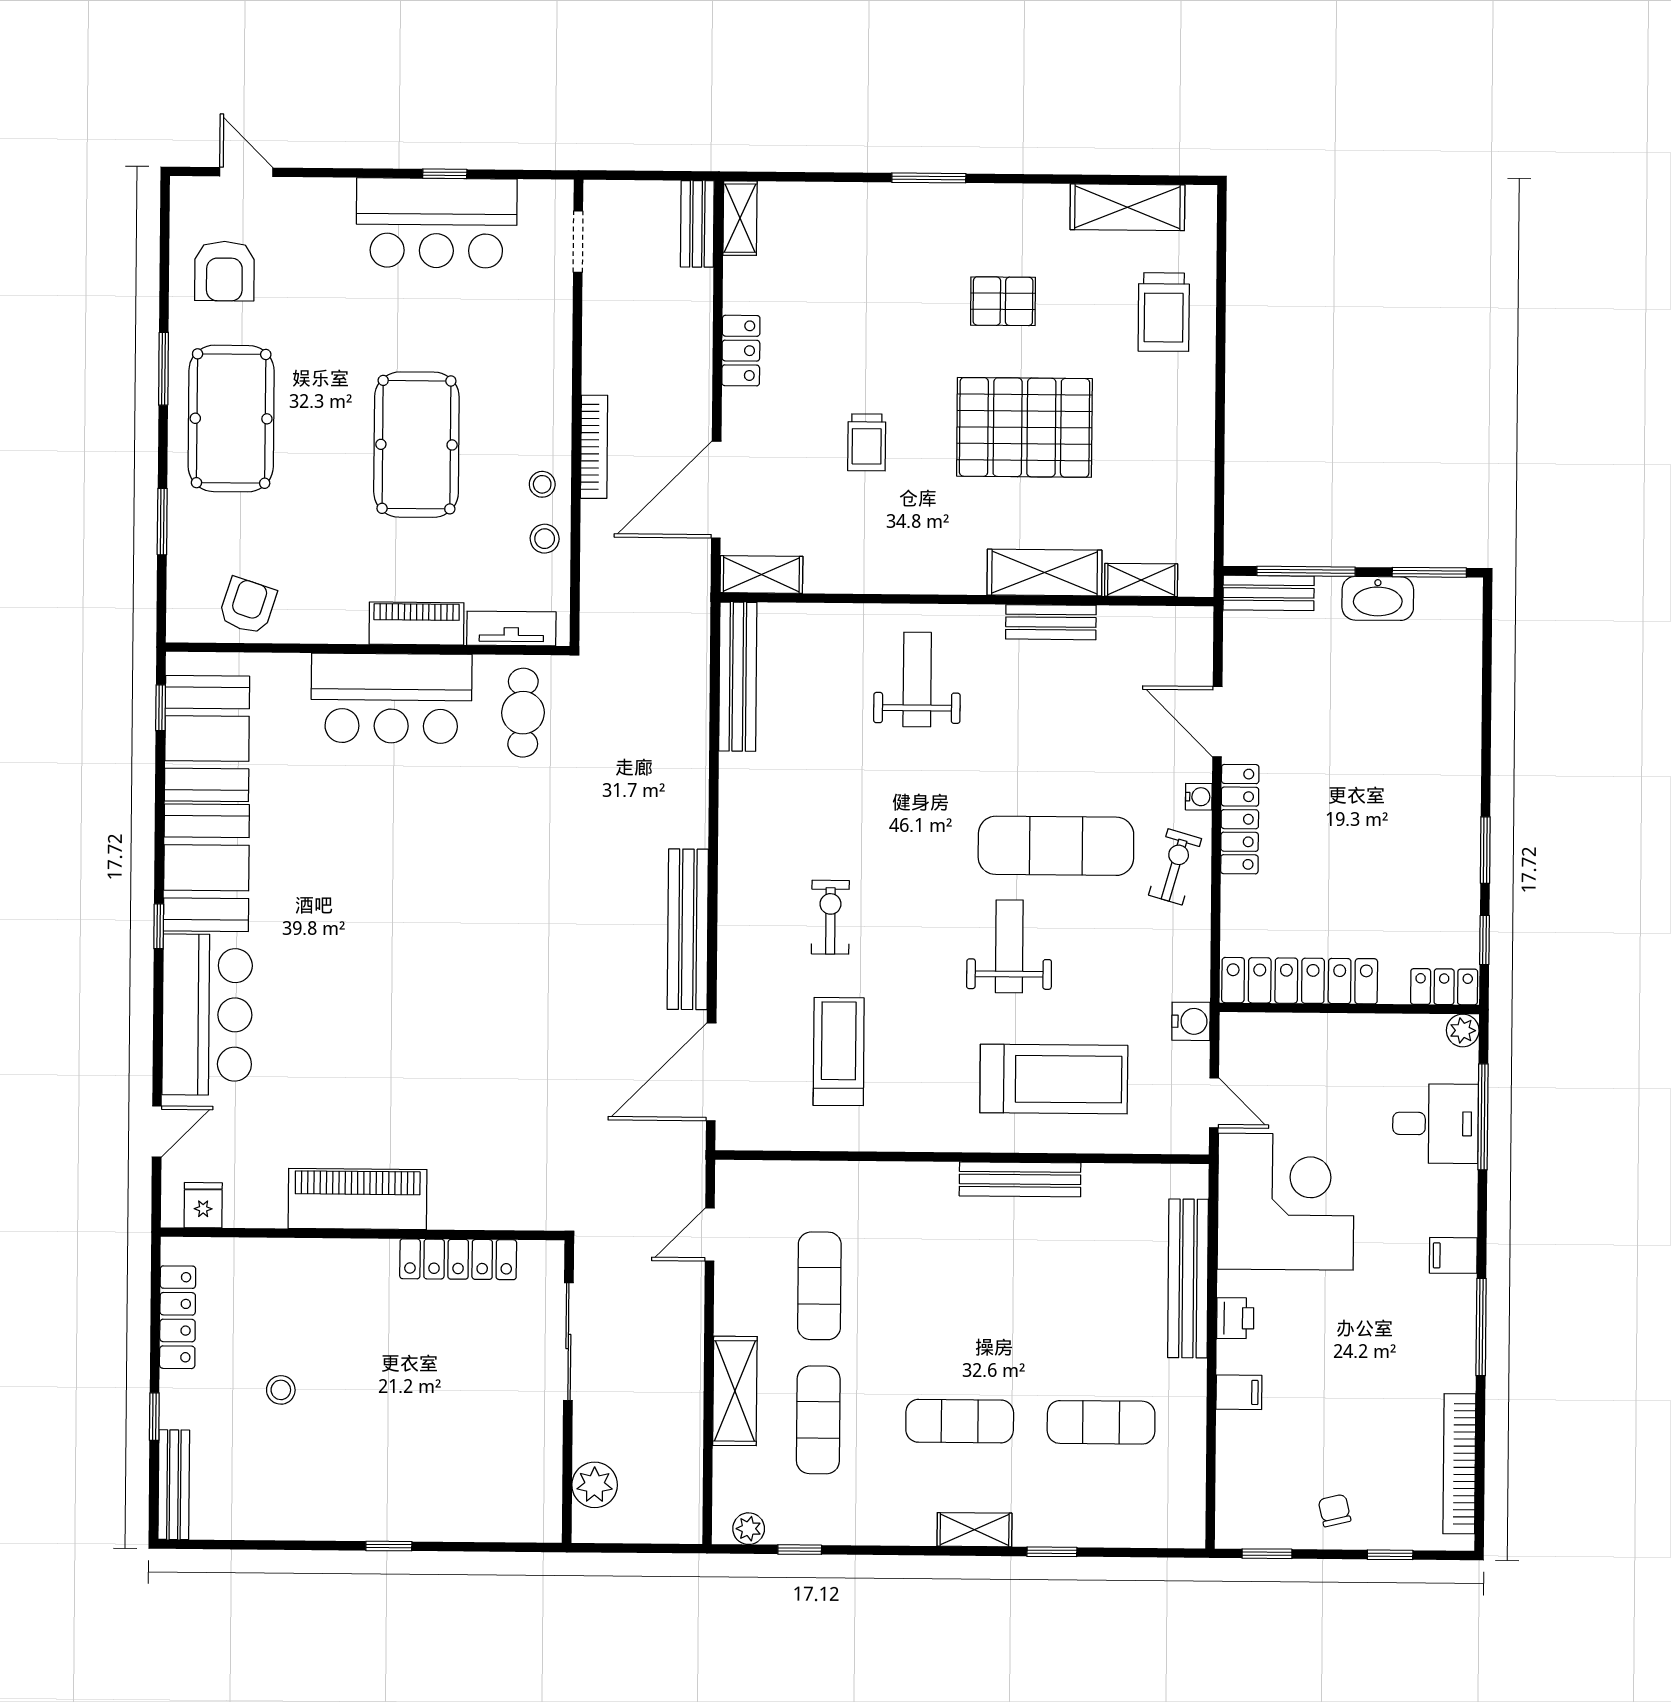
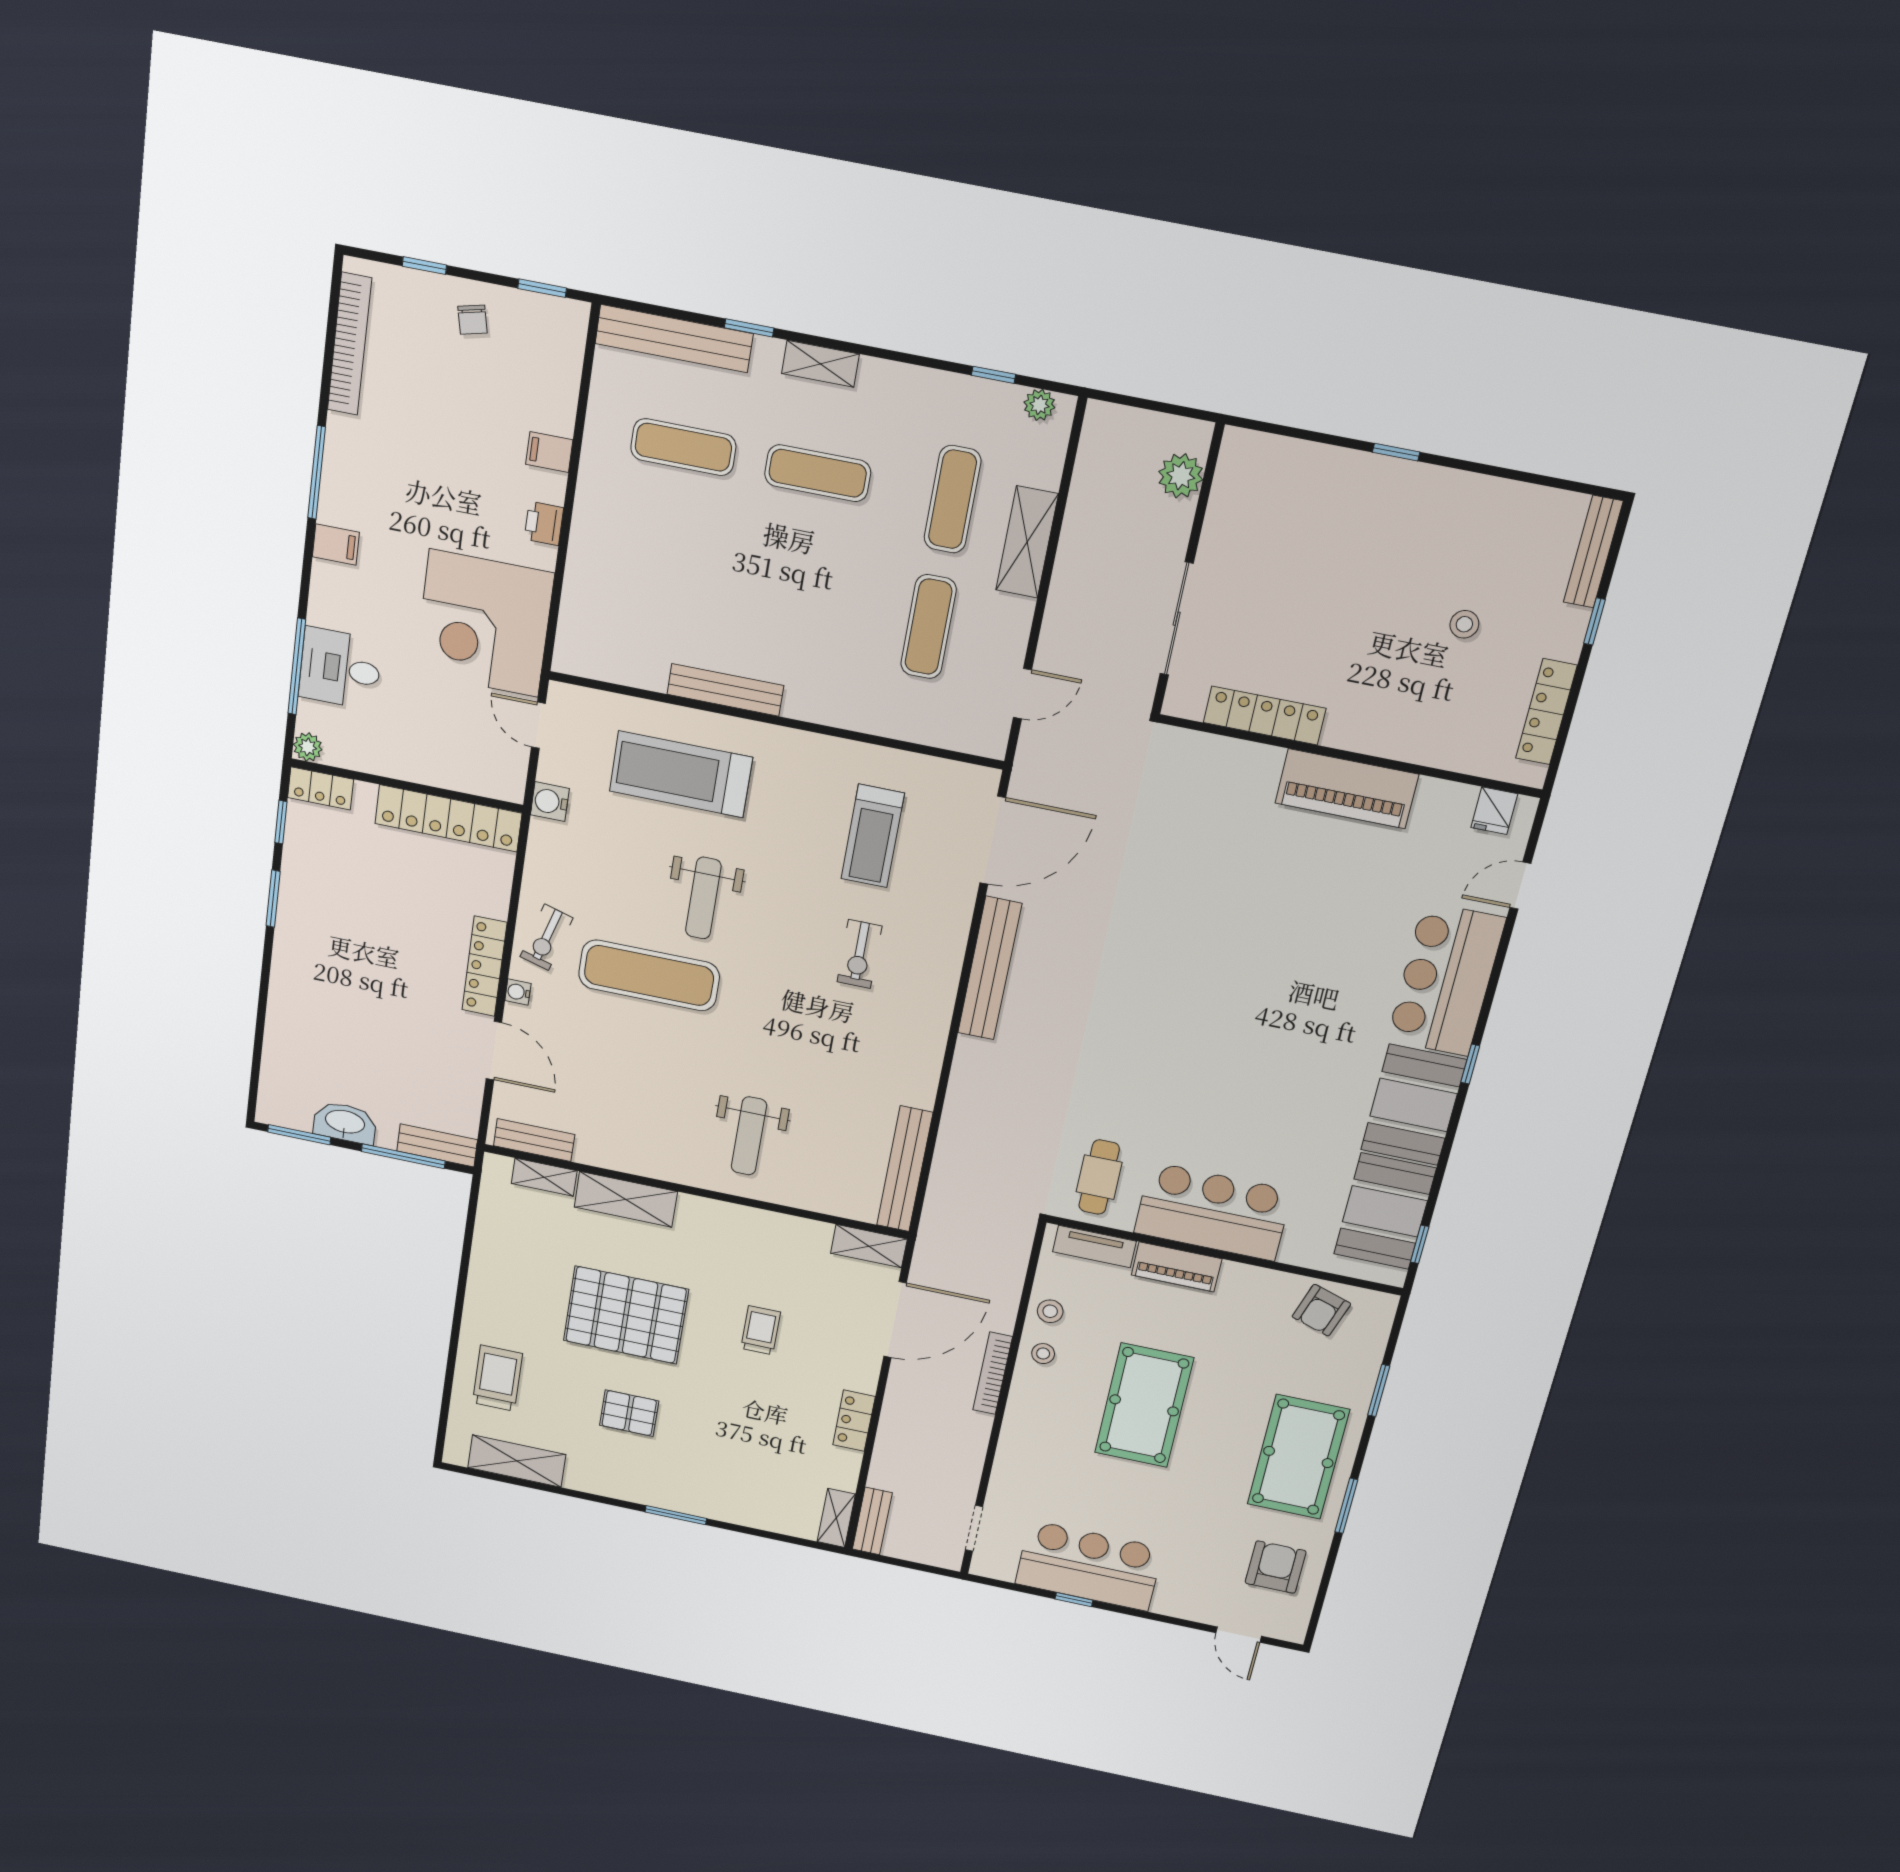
bench: (1051, 622) -> (534, 1140), moved
bench: (1188, 1278) -> (674, 339), moved, turned 90

